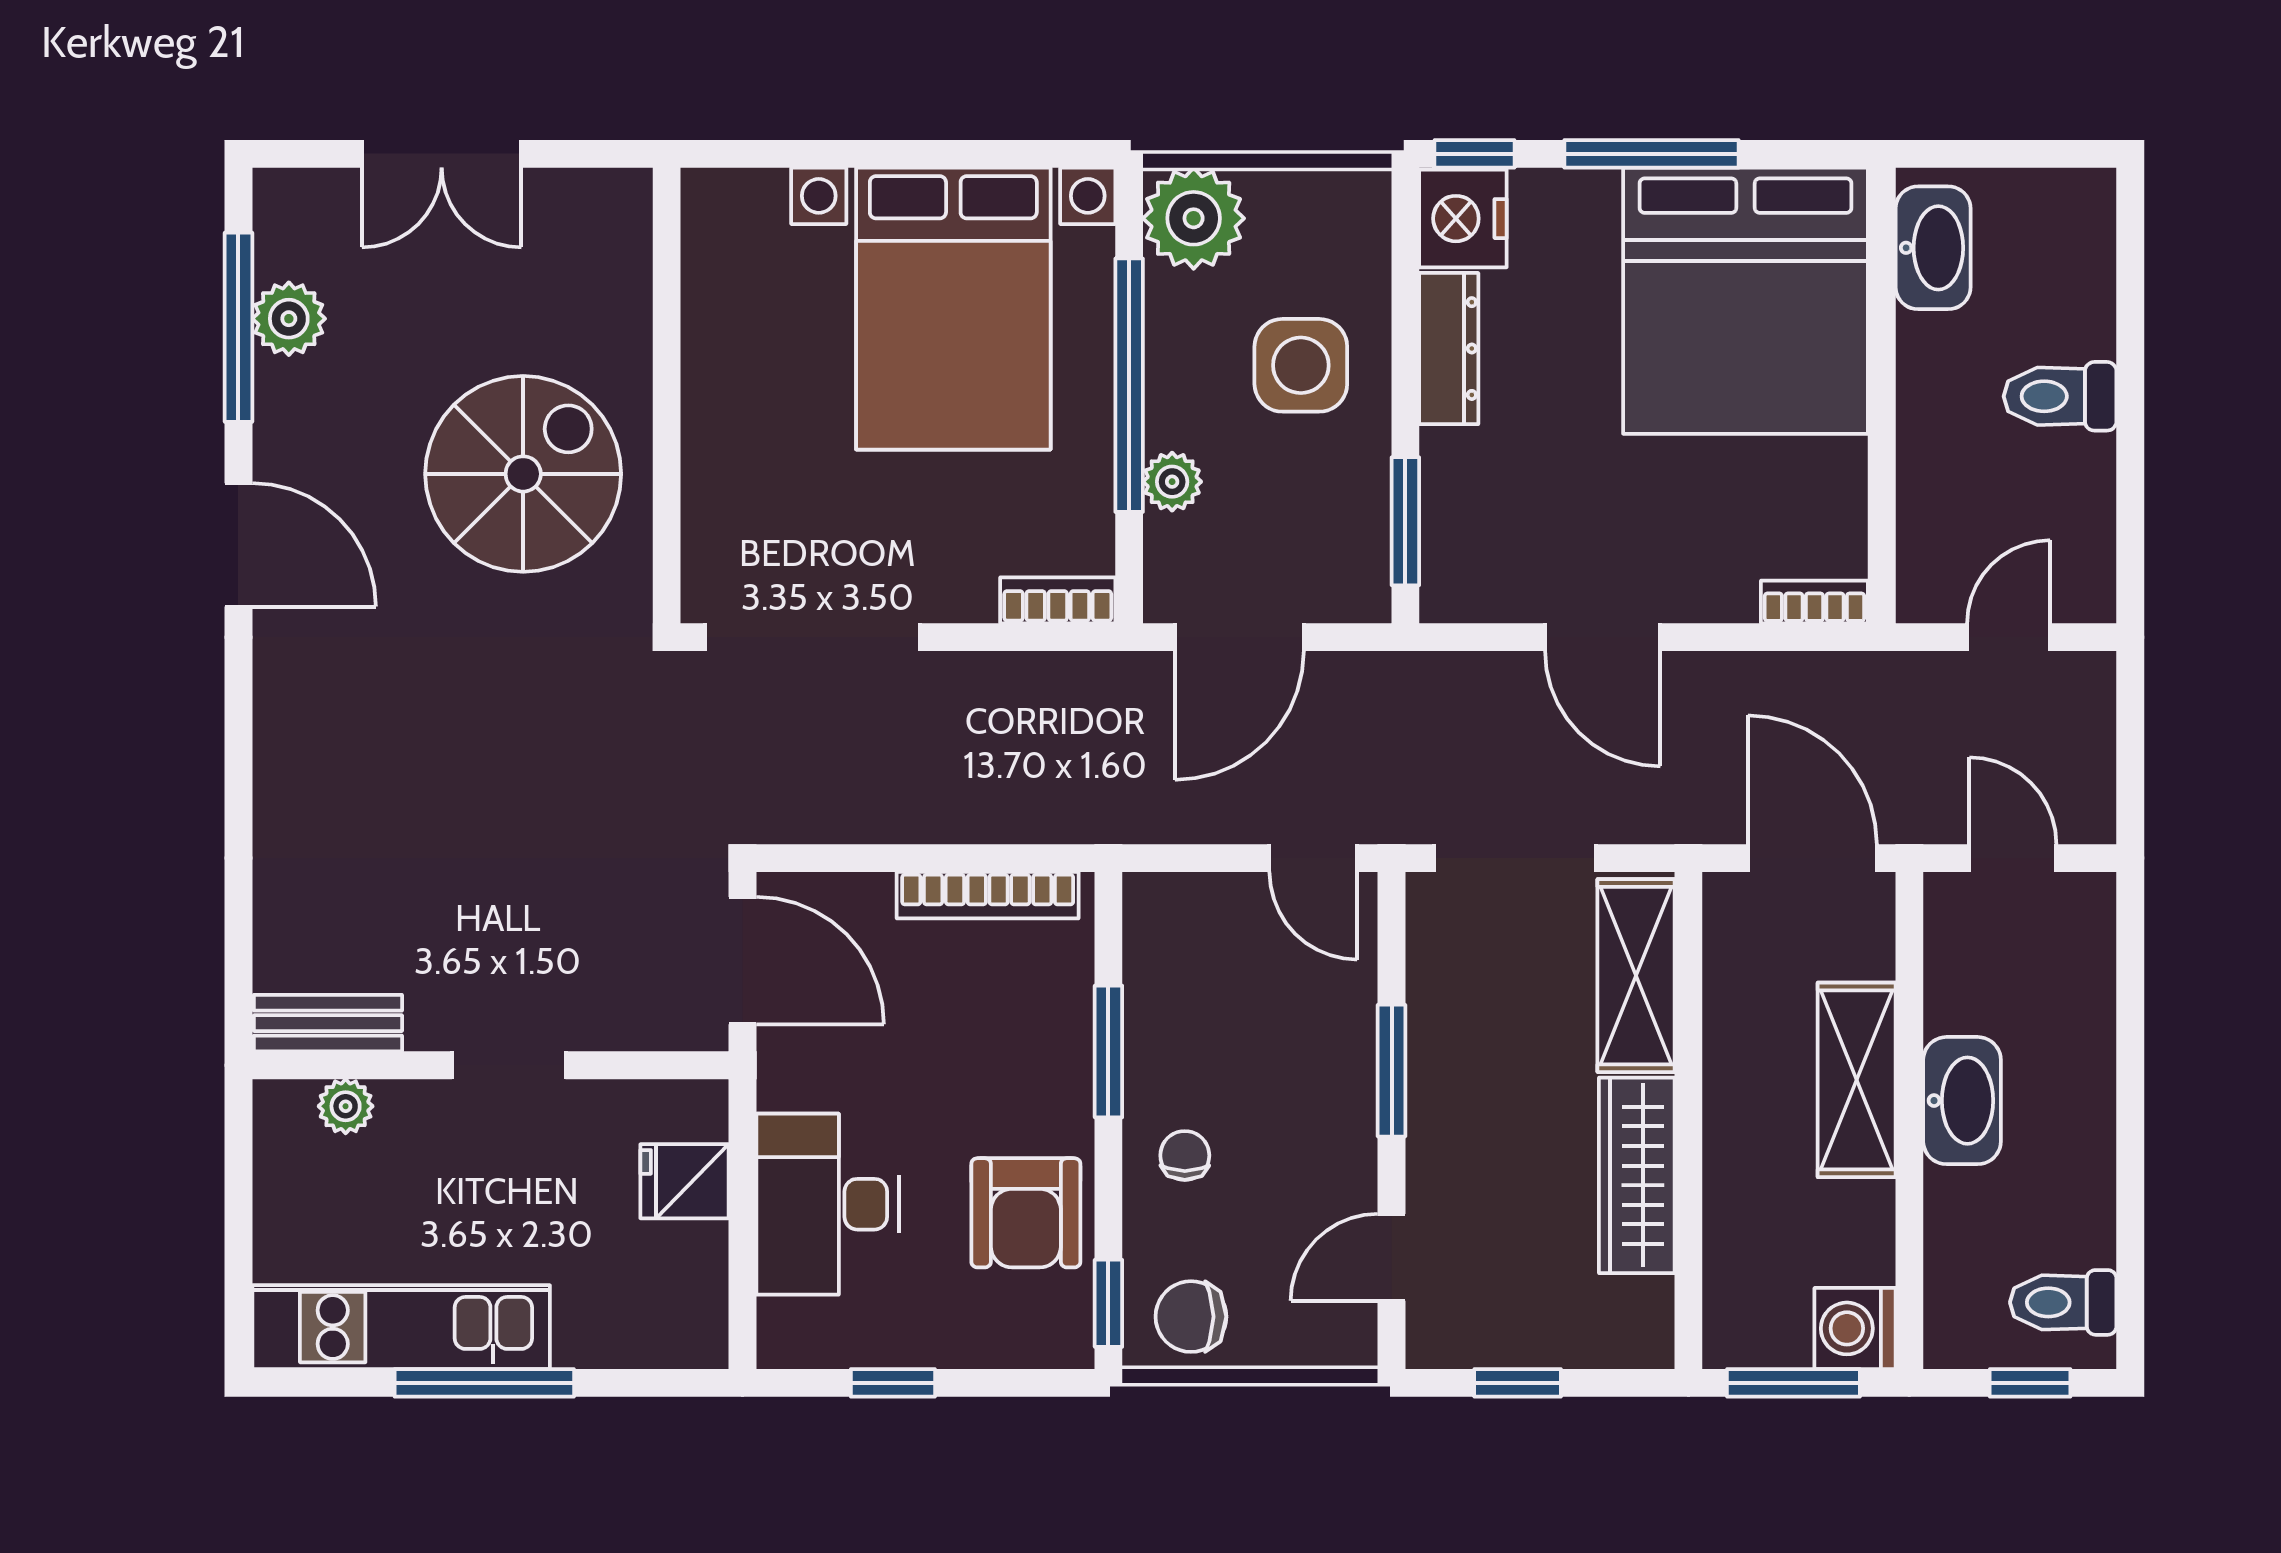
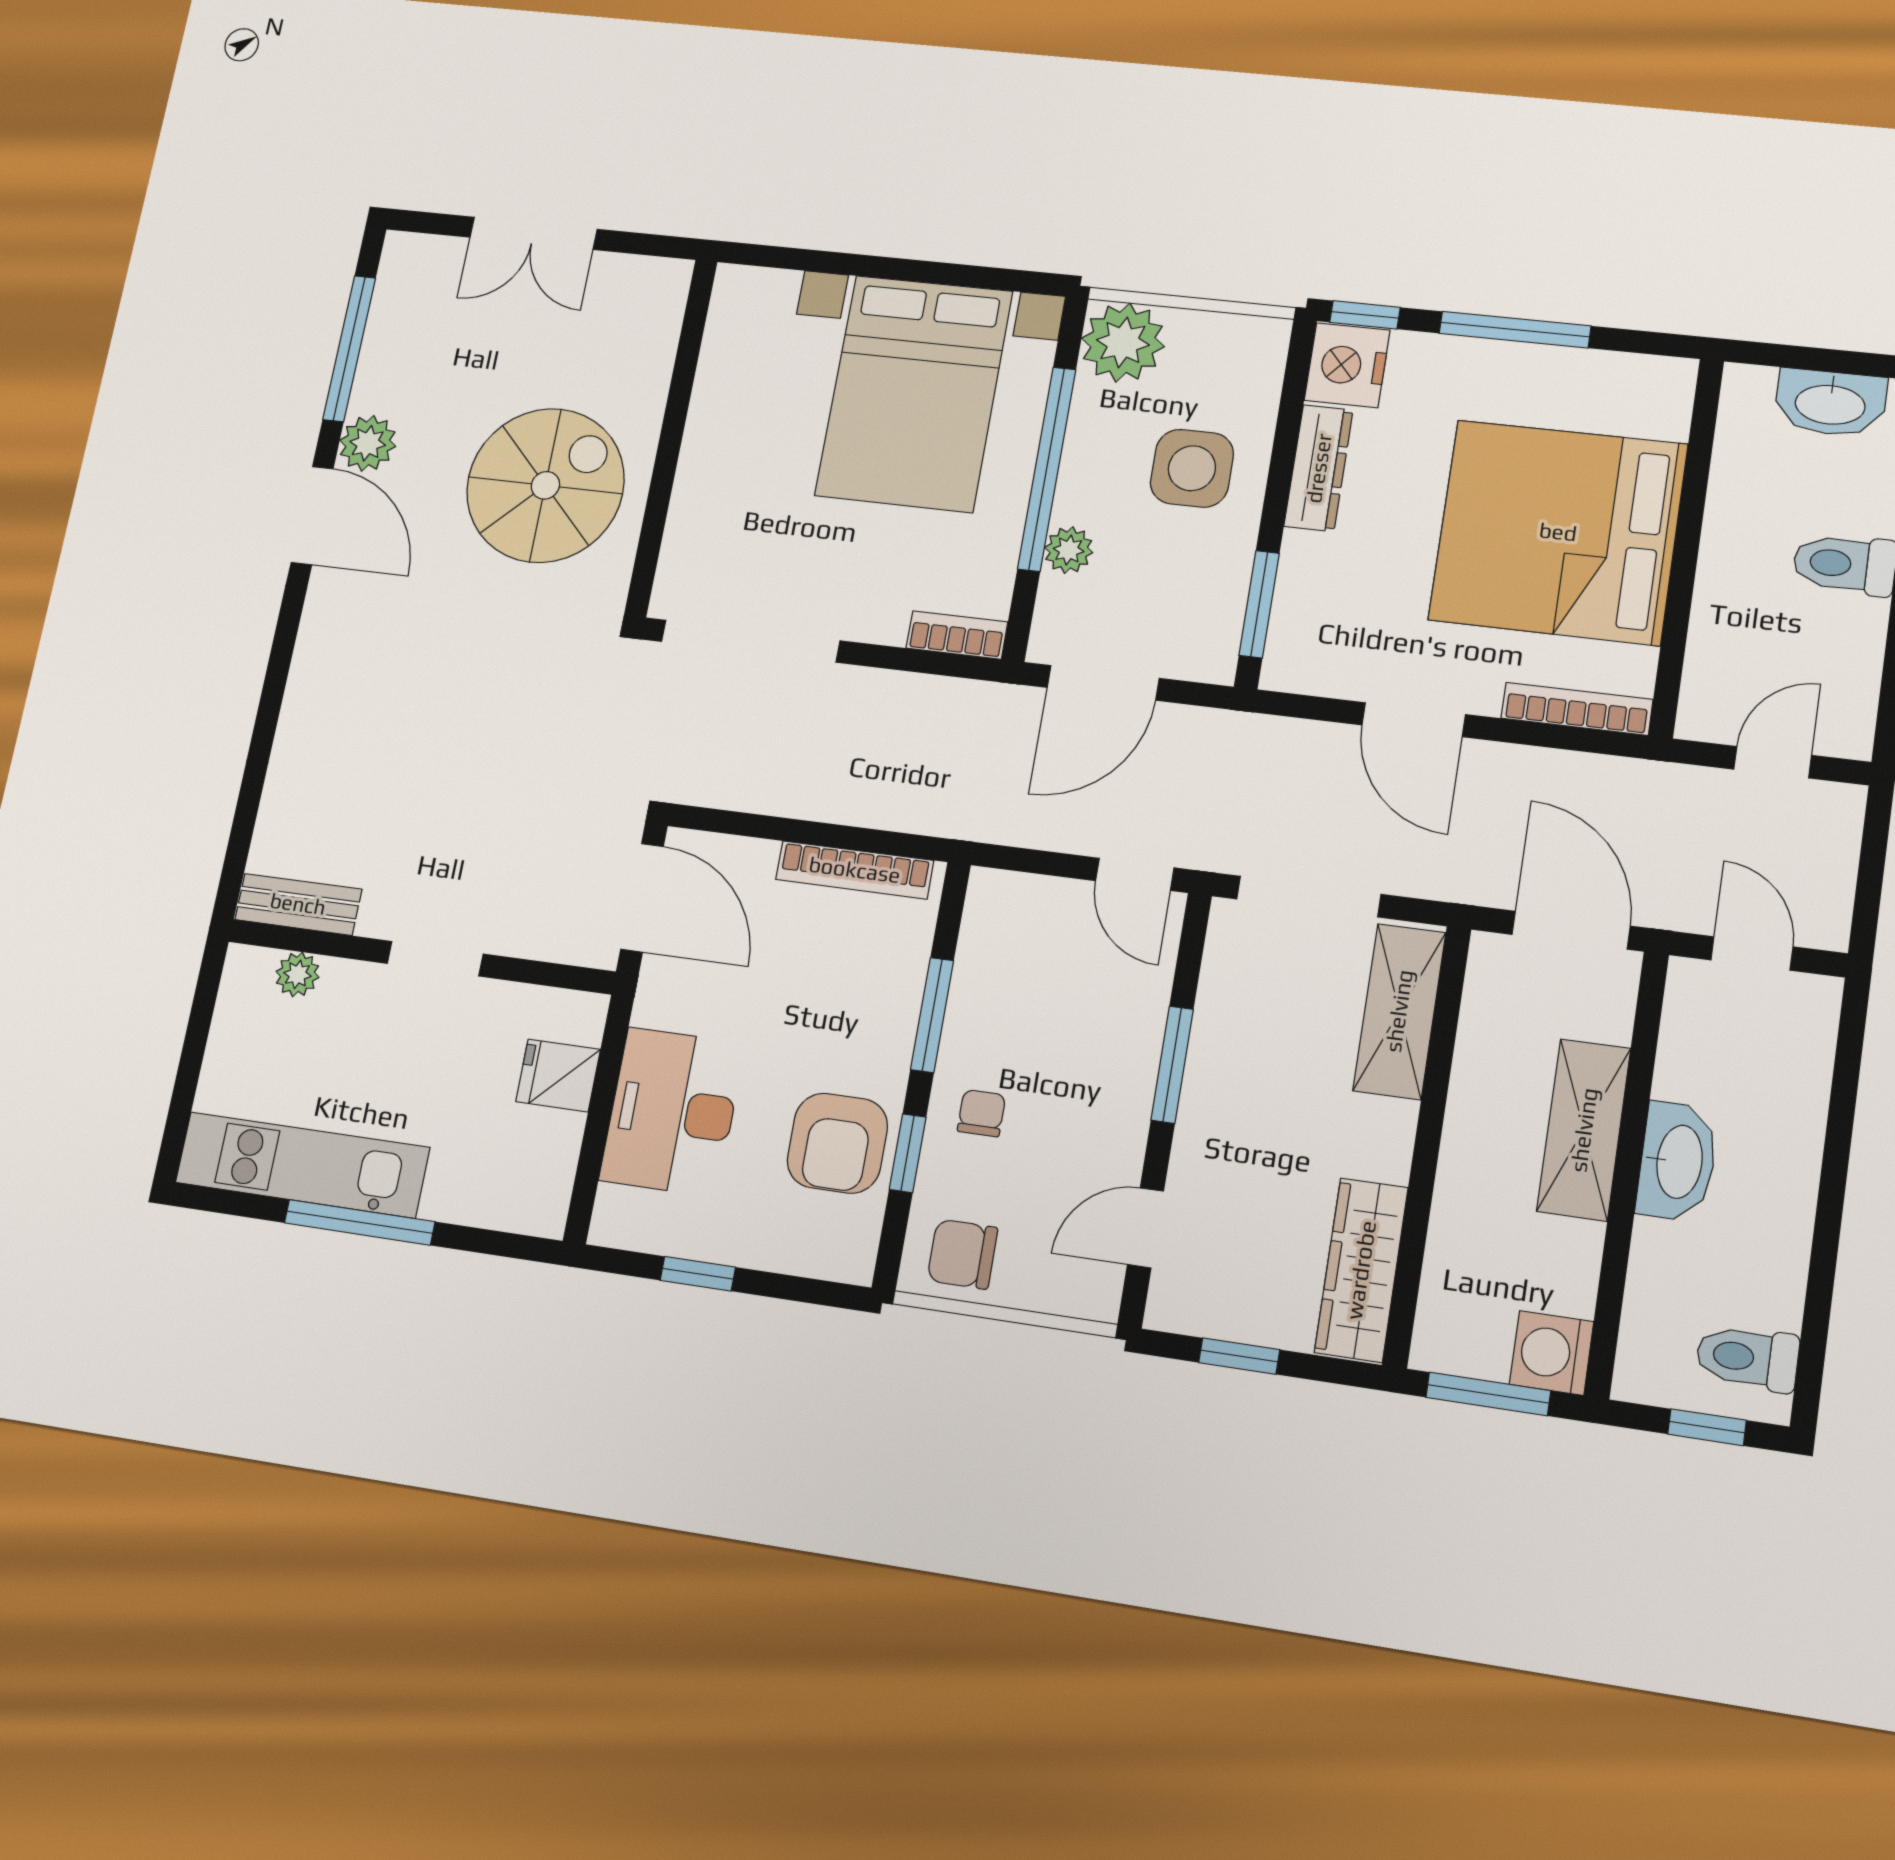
washbasin: (1933, 248) -> (1830, 403), moved, turned 90
bed: (1745, 301) -> (1558, 532), moved, turned 90
plant: (289, 319) -> (368, 443), moved
bookcase: (1814, 602) -> (1577, 709), width x1.56
wardrobe: (1637, 1175) -> (1361, 1270), moved
window: (1108, 1303) -> (908, 1153), moved

